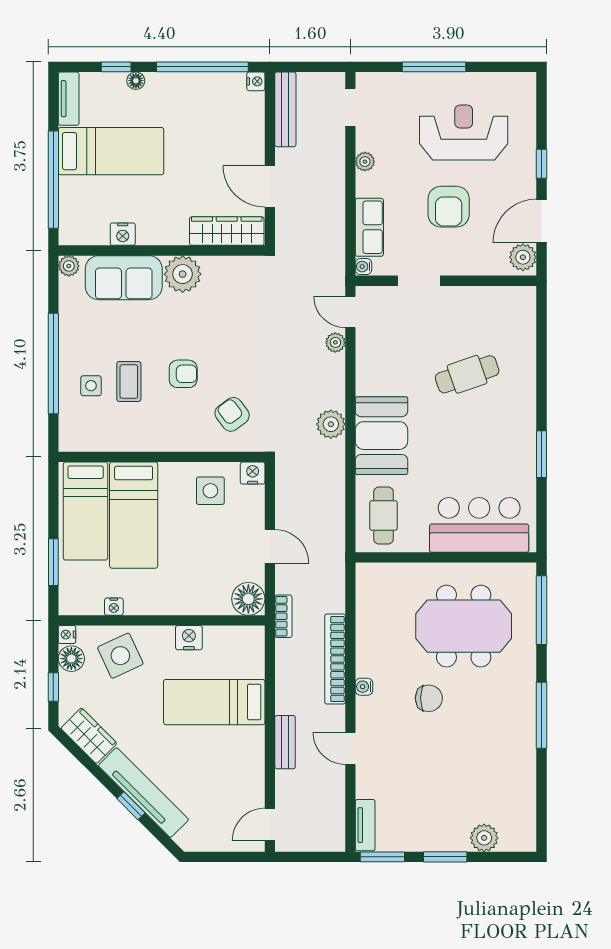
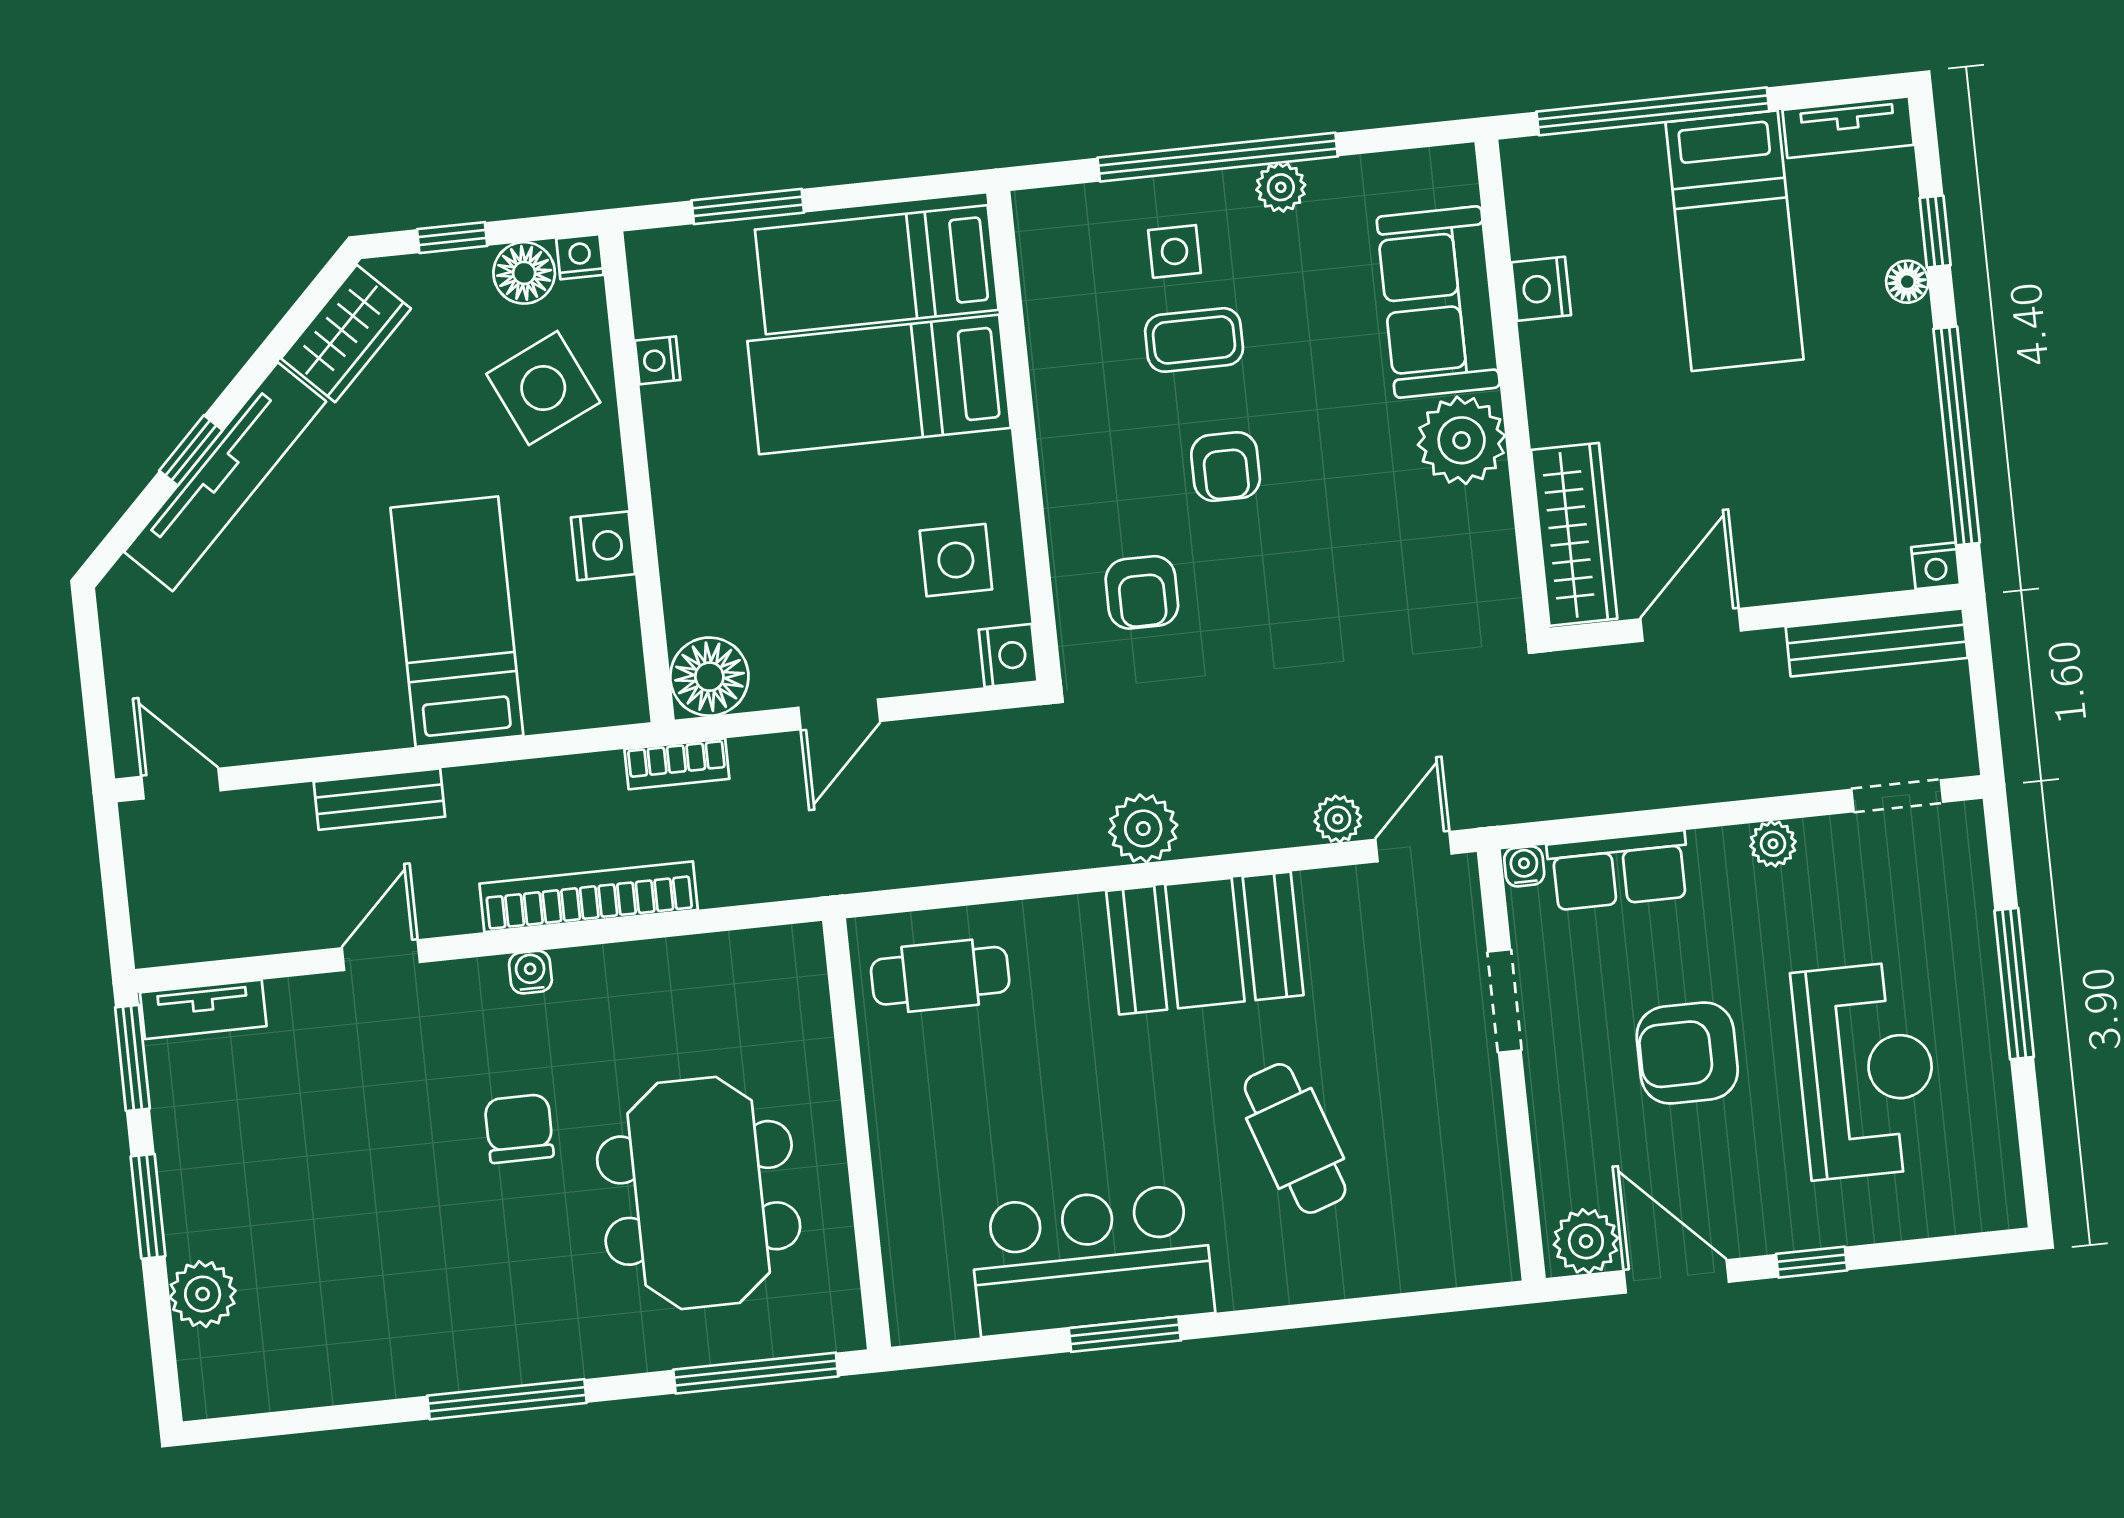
plant: (69, 266) -> (1281, 187), moved
armchair: (232, 414) -> (1142, 592), turned 127
booth: (381, 436) -> (1205, 943), moved
bar counter: (479, 525) -> (1091, 1260), moved, turned -90
chair: (429, 698) -> (519, 1128), turned 180

